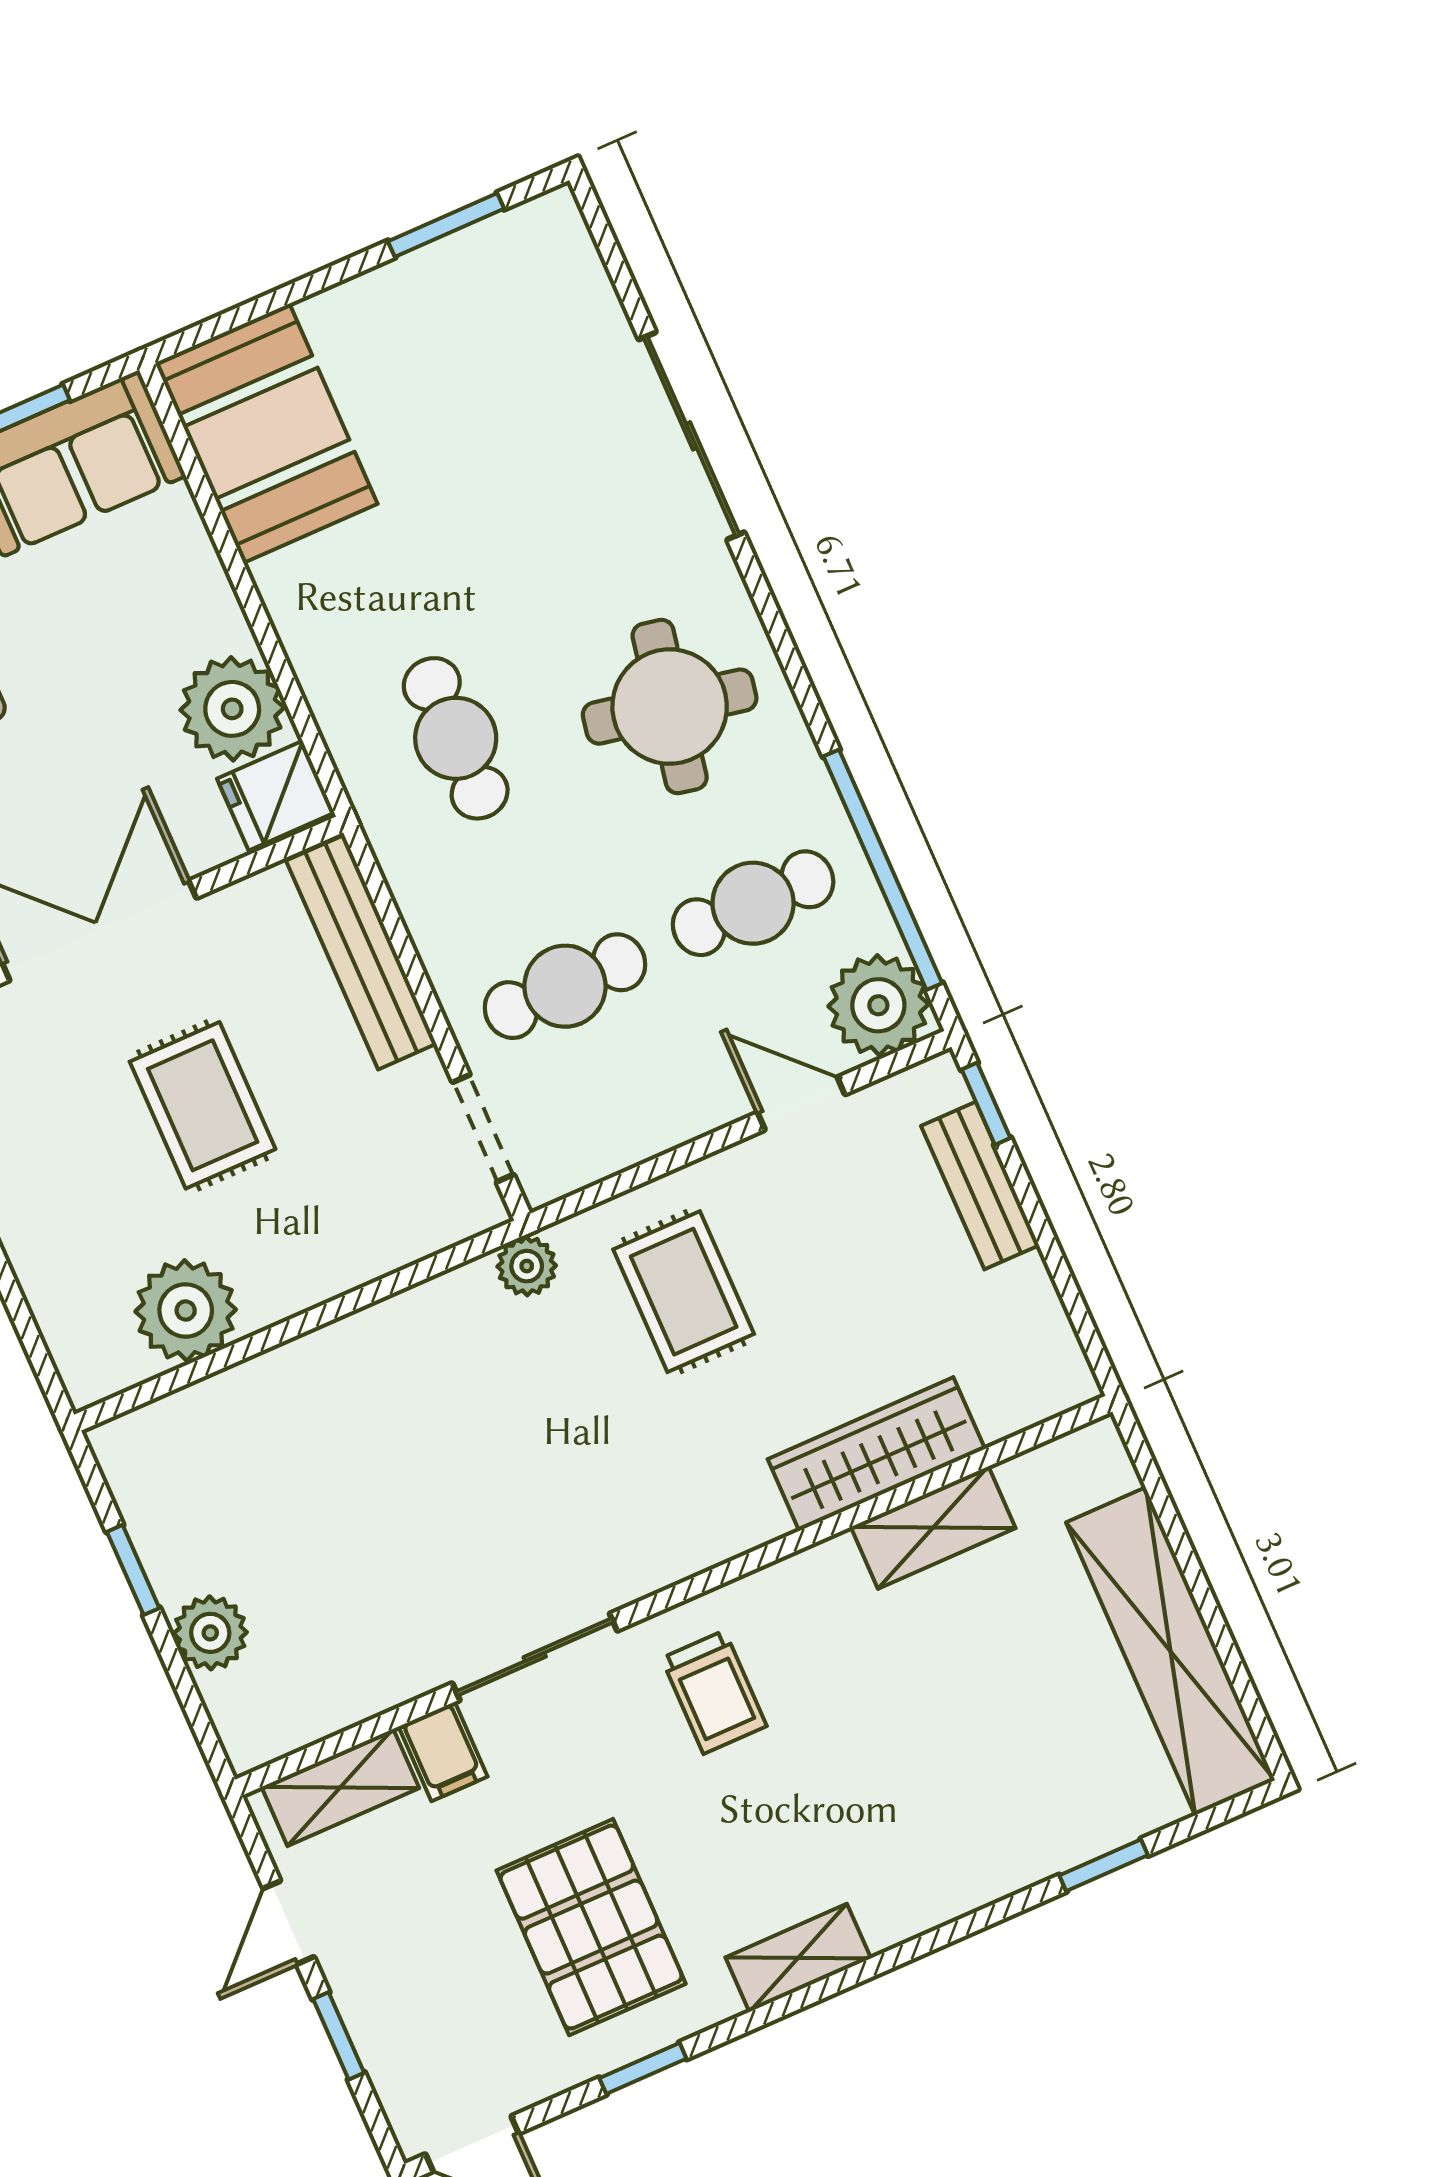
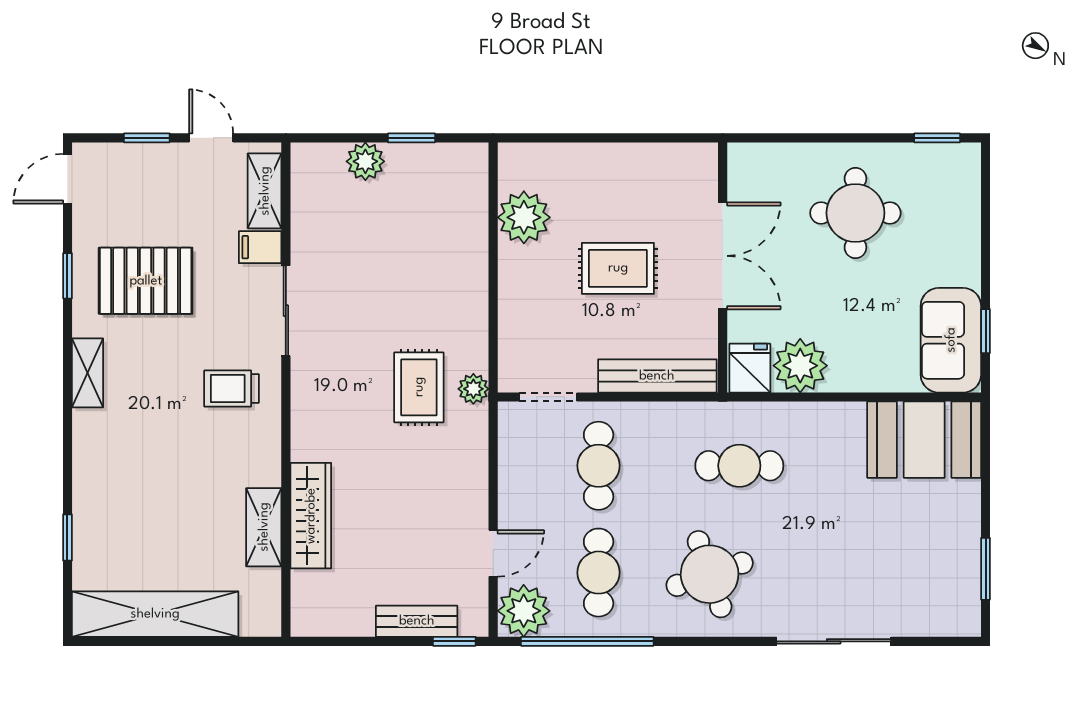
round table: (670, 707) -> (710, 574), turned -30
rug: (684, 1292) -> (419, 387), moved, turned 90

